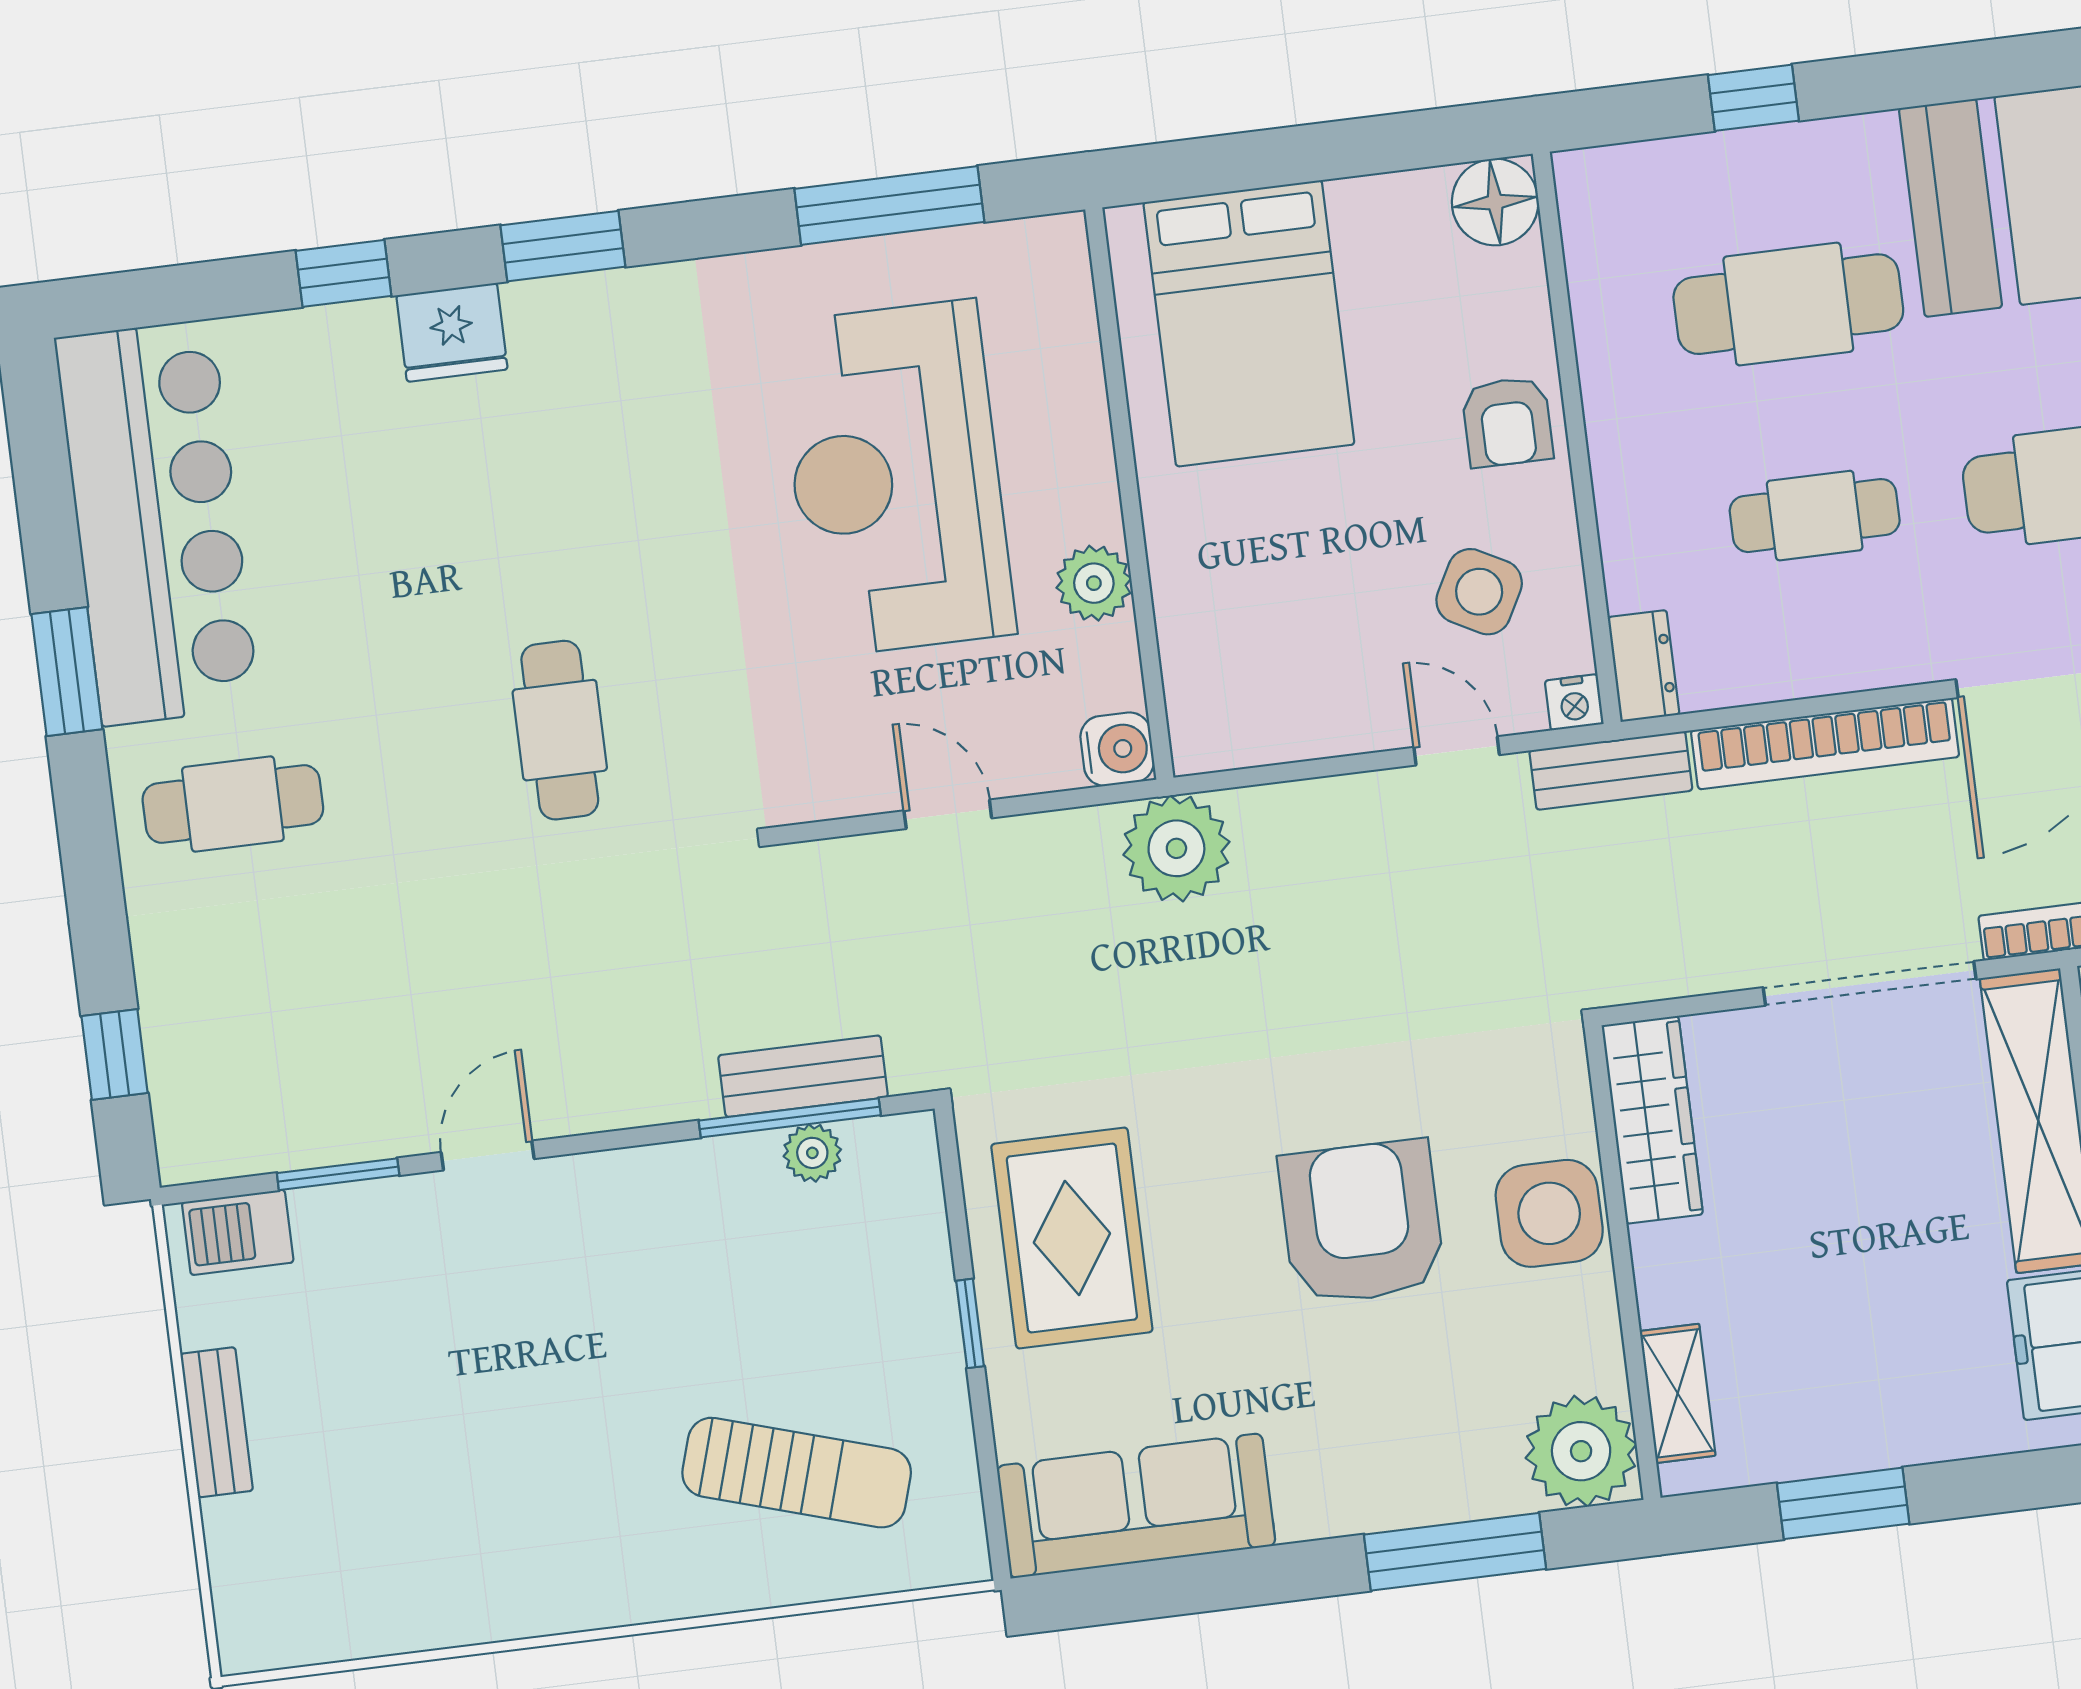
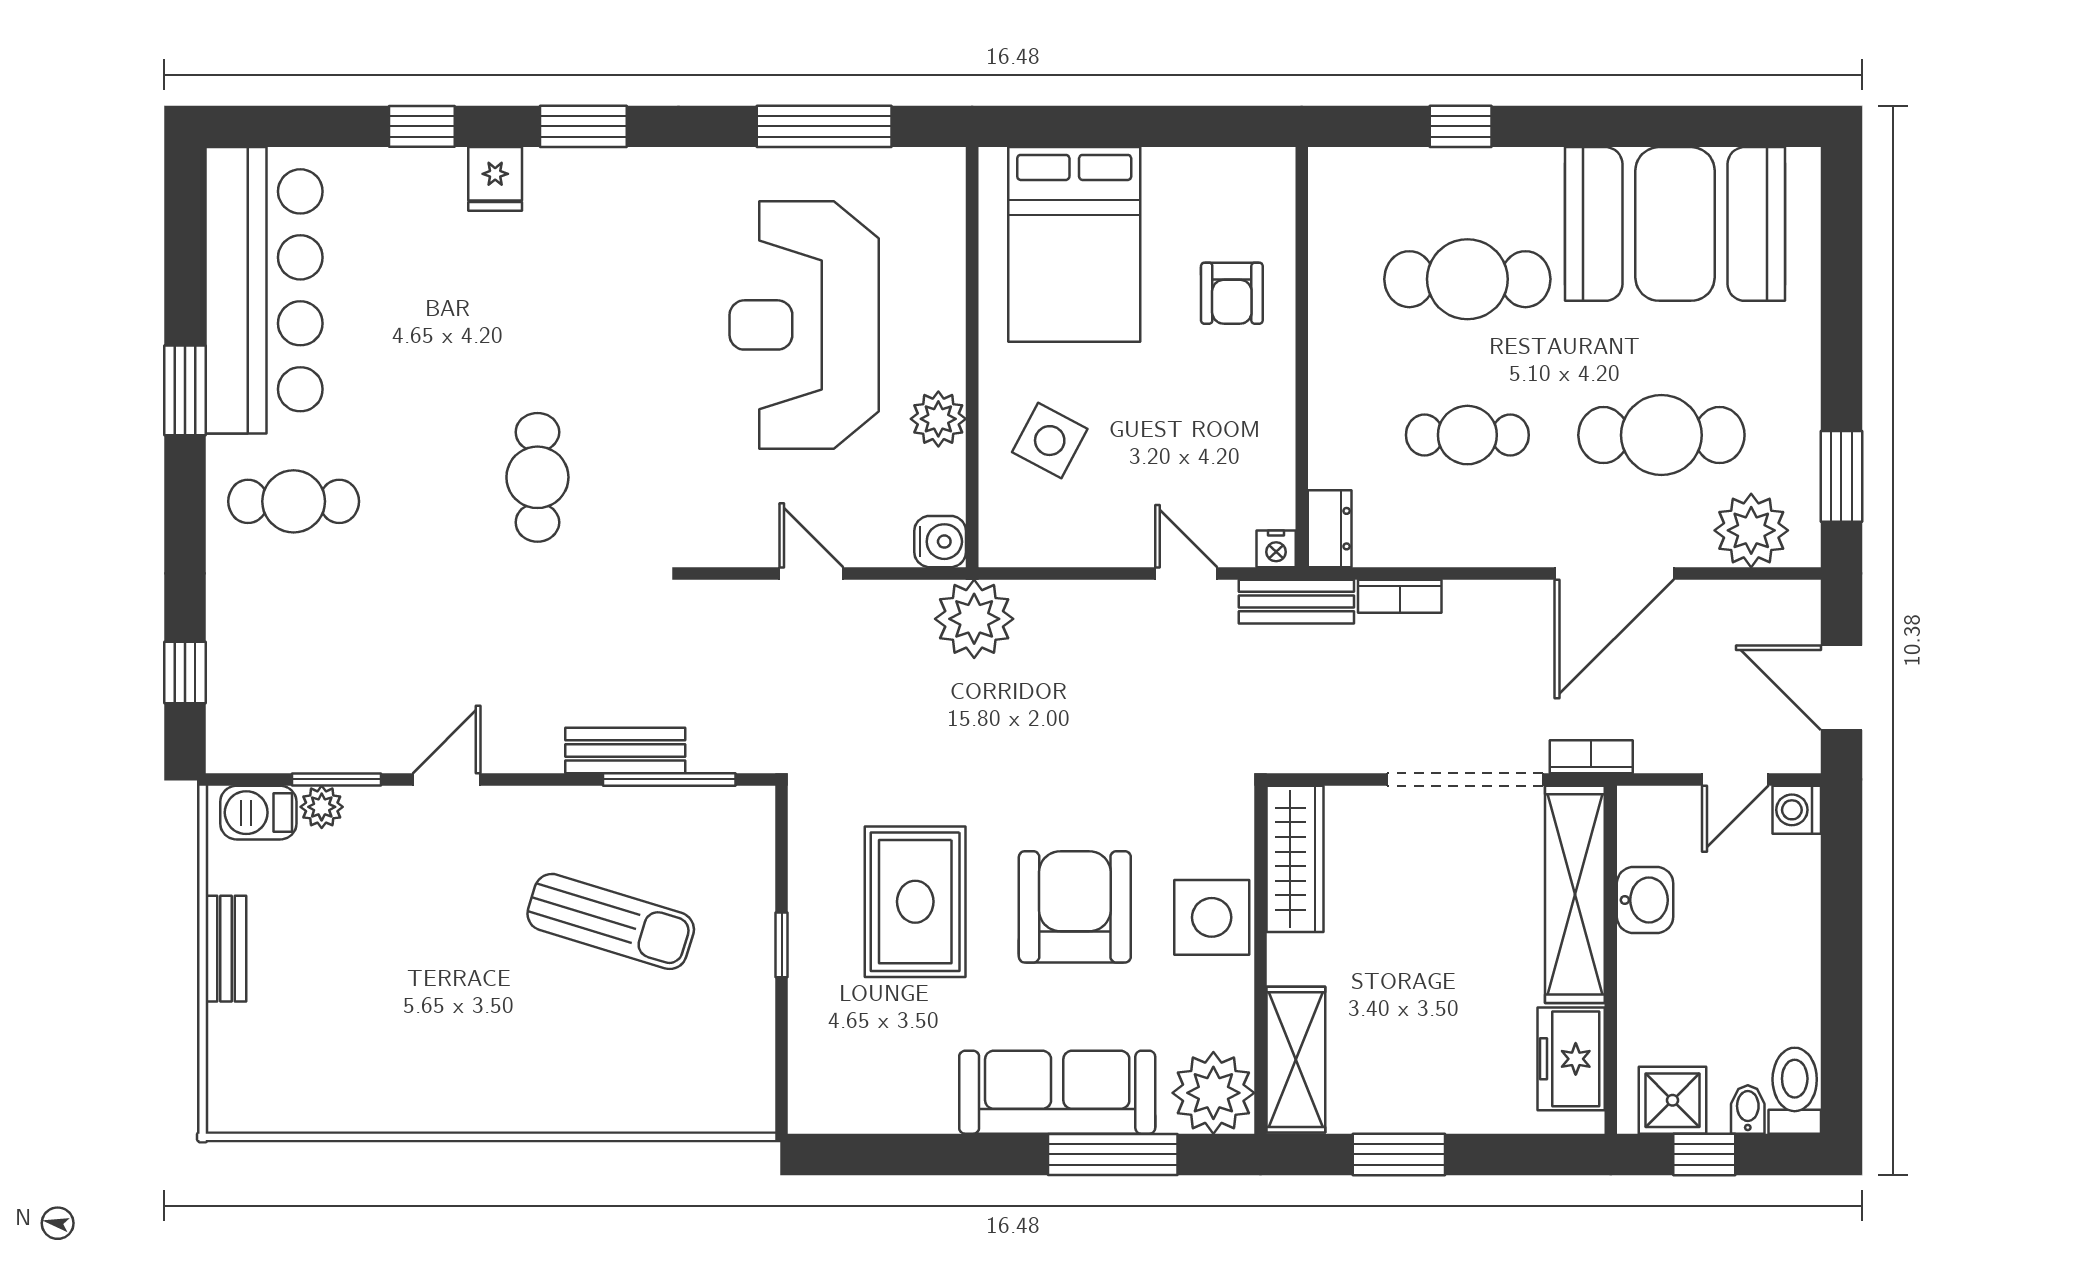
floor lamp: (1495, 202) -> (1264, 179), removed
fridge: (452, 332) -> (495, 179), width x0.72
armchair: (1507, 422) -> (1232, 293), moved
side table: (1479, 592) -> (1050, 441), moved
bookcase: (1825, 744) -> (1400, 596), width x0.43, depth x0.76
bench: (803, 1076) -> (625, 750), moved
plant: (812, 1153) -> (322, 807), moved
rug: (1072, 1238) -> (915, 902), moved
shelving: (1678, 1393) -> (1296, 1060), width x1.50, depth x1.33
sun lounger: (797, 1473) -> (611, 921), moved
sofa: (1136, 1506) -> (1057, 1092), moved

